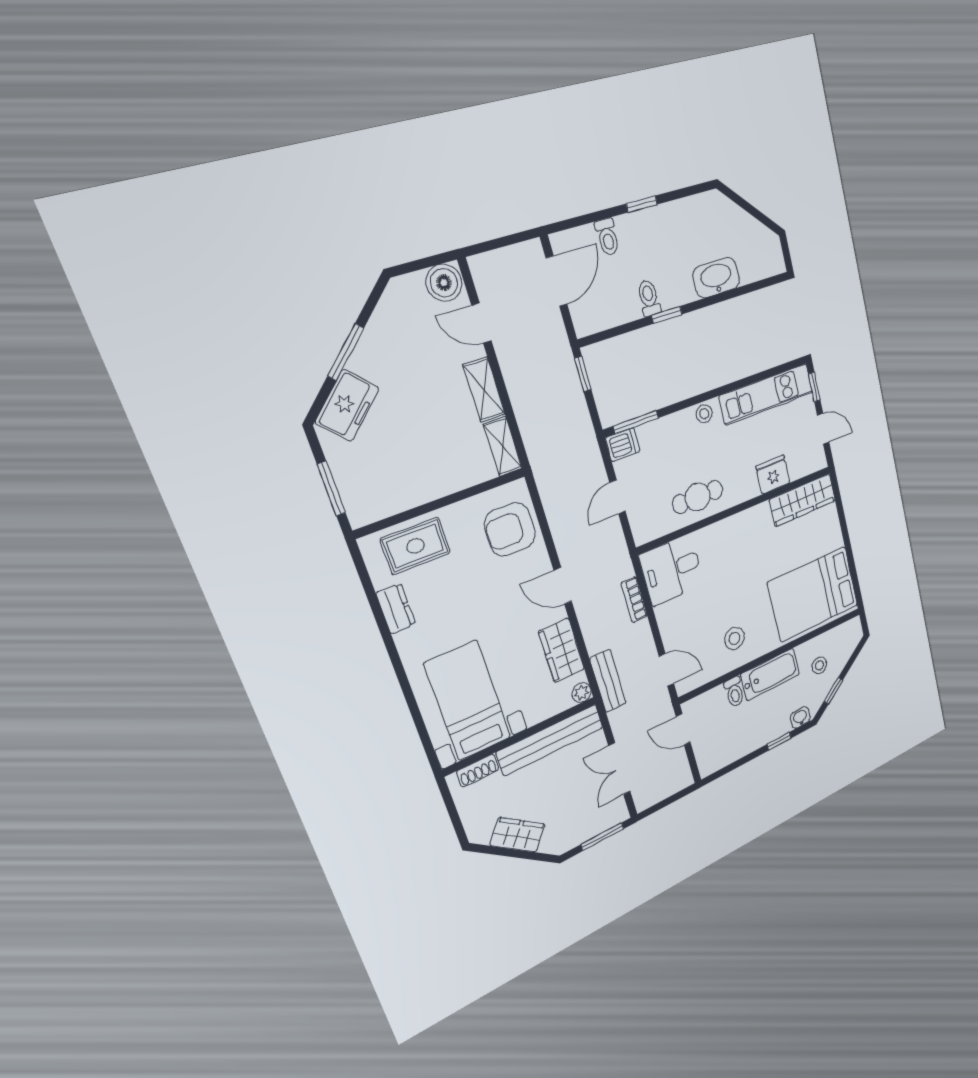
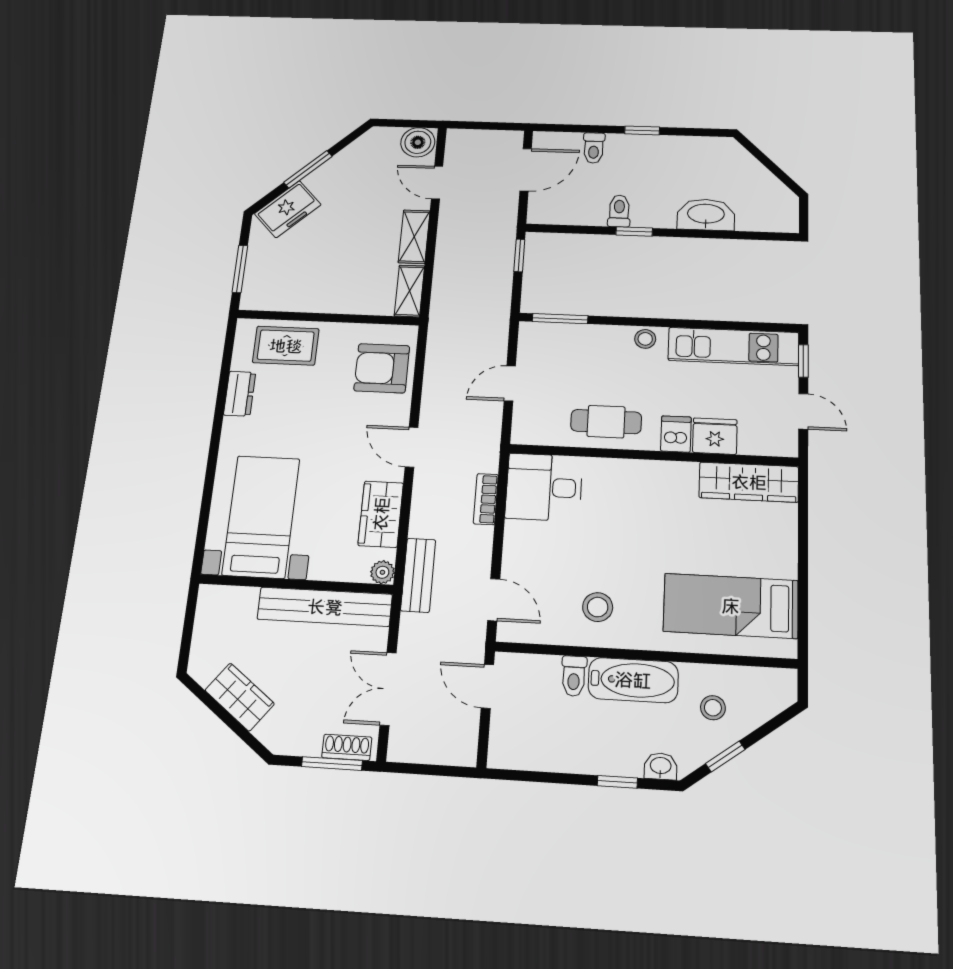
dishwasher: (623, 445) -> (676, 434), moved, turned -90
bed: (813, 594) -> (731, 606), width x0.67
shoe rack: (478, 771) -> (347, 747), moved, turned 180

